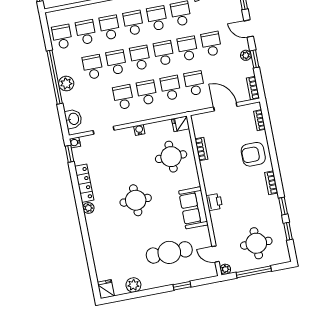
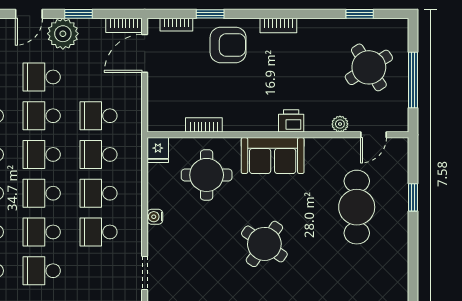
plant: (246, 55) -> (63, 34), width x1.87, depth x1.87
door: (225, 107) -> (145, 53), moved
armchair: (253, 154) -> (228, 45), turned -90
round table: (136, 200) -> (264, 244), turned 35
window: (283, 206) -> (210, 14), moved
sofa: (193, 208) -> (273, 156), moved
round table: (256, 243) -> (369, 67), turned -32
plant: (225, 269) -> (340, 124), moved
plant: (133, 285) -> (397, 273), removed

